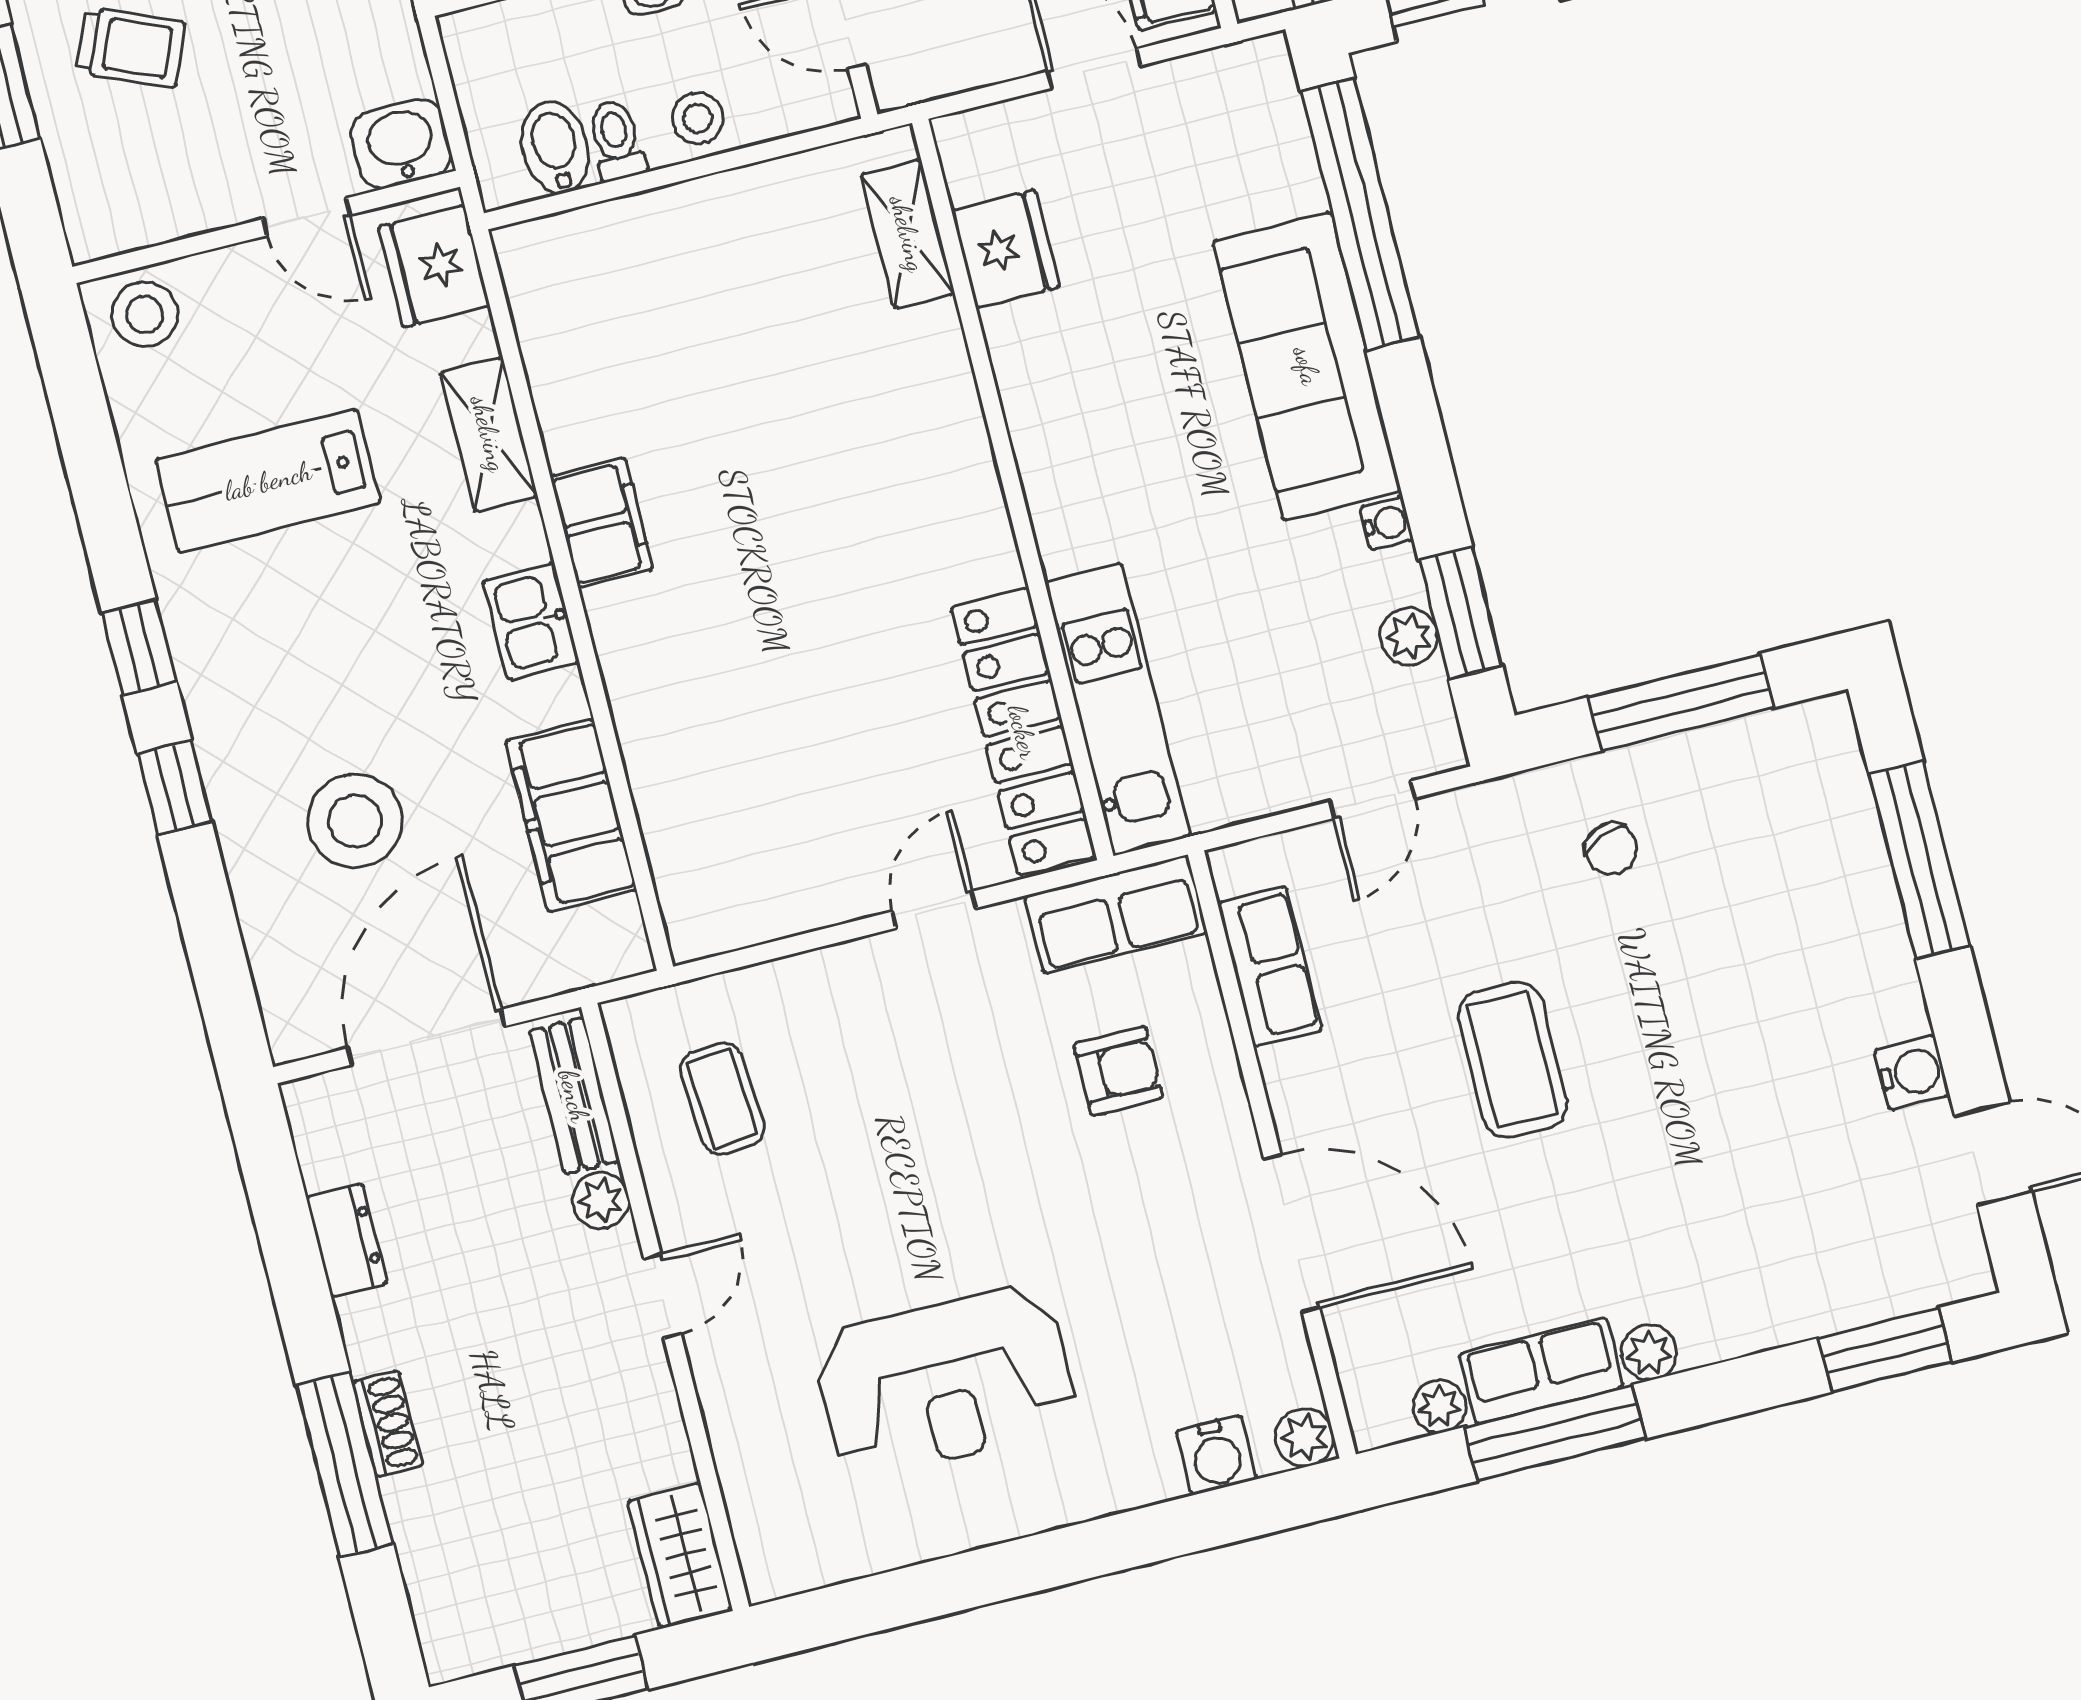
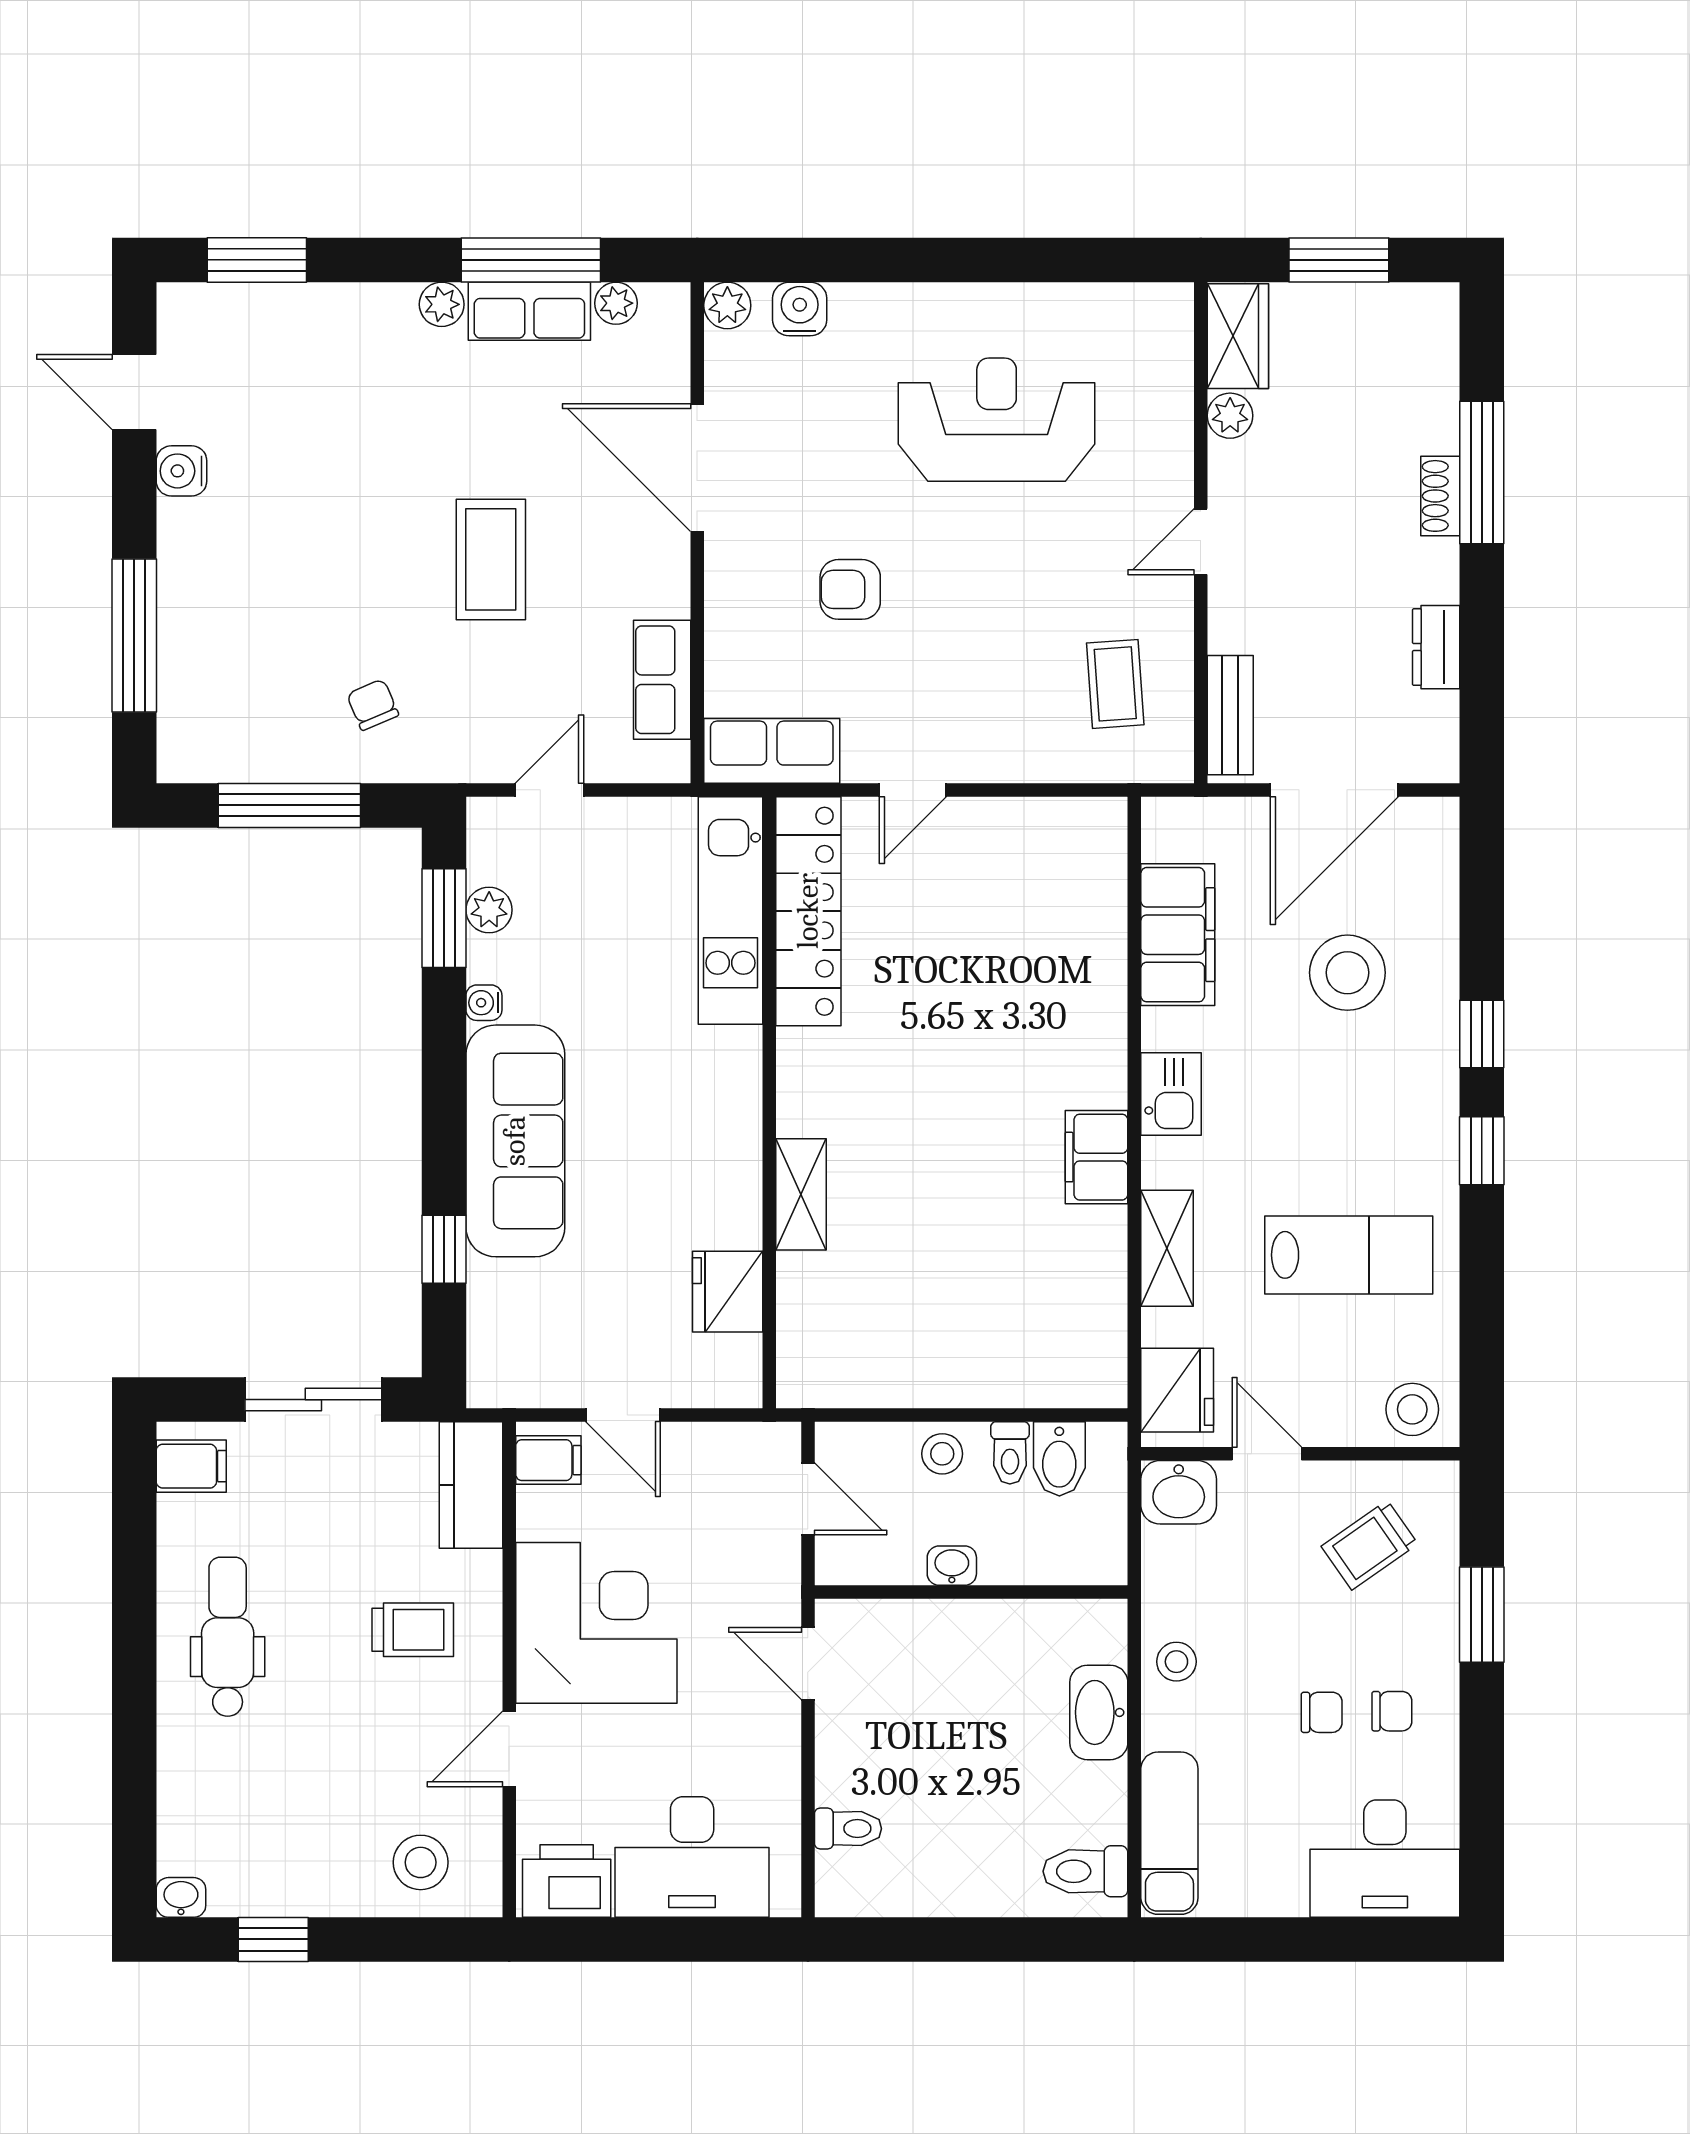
trolley: (131, 47) -> (1370, 1545), moved, turned -58
window: (1360, 214) -> (444, 1249), width x0.32
shelving: (908, 234) -> (801, 1194), moved
armchair: (1118, 1071) -> (850, 589), moved
plant: (601, 1200) -> (1230, 416), moved

